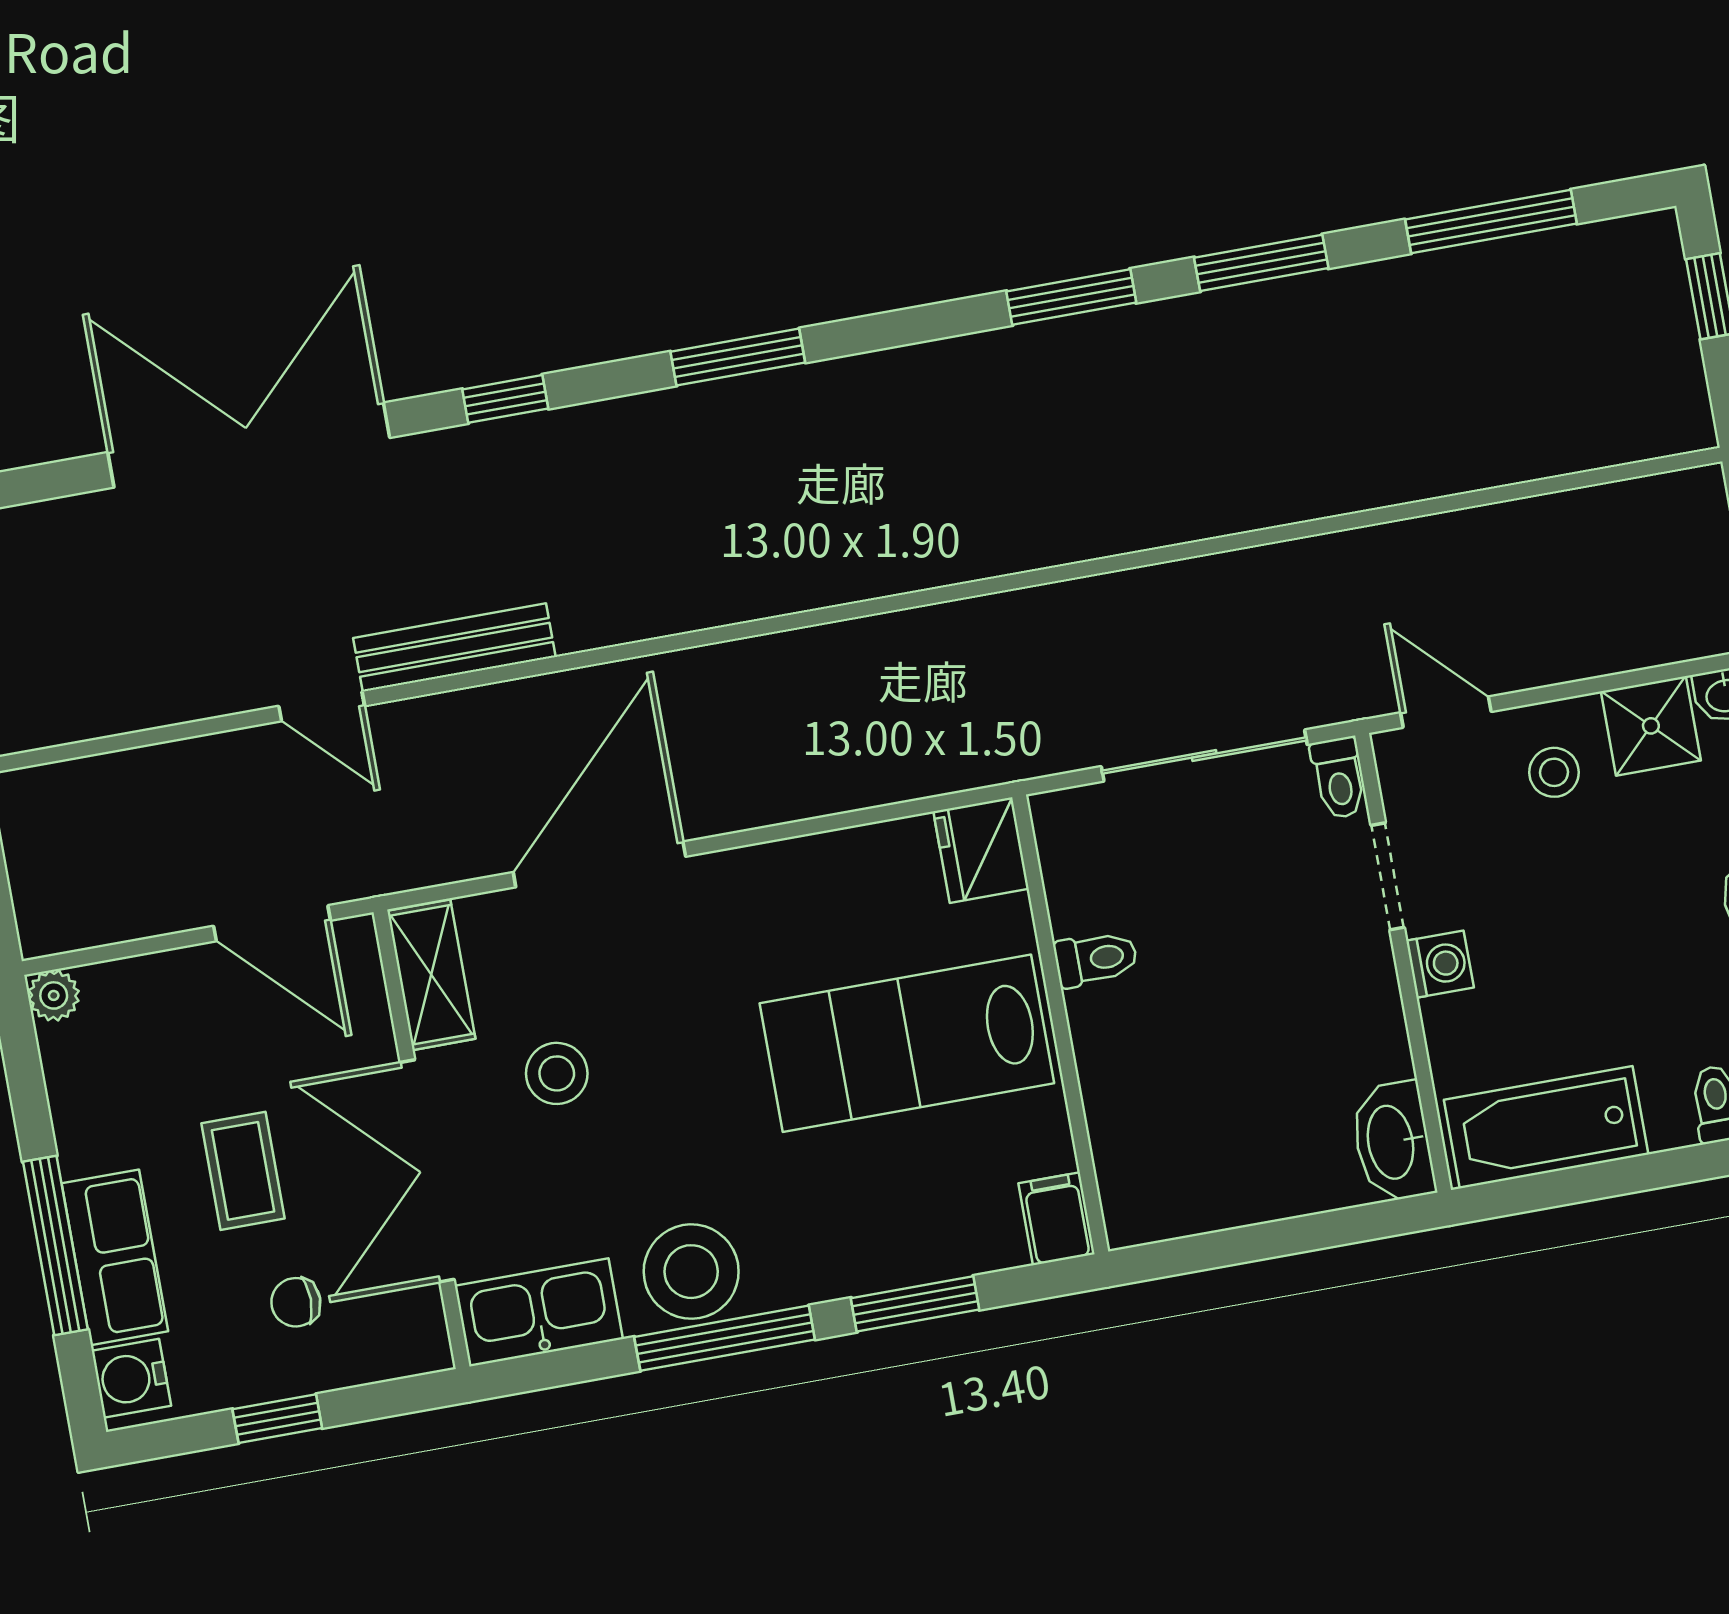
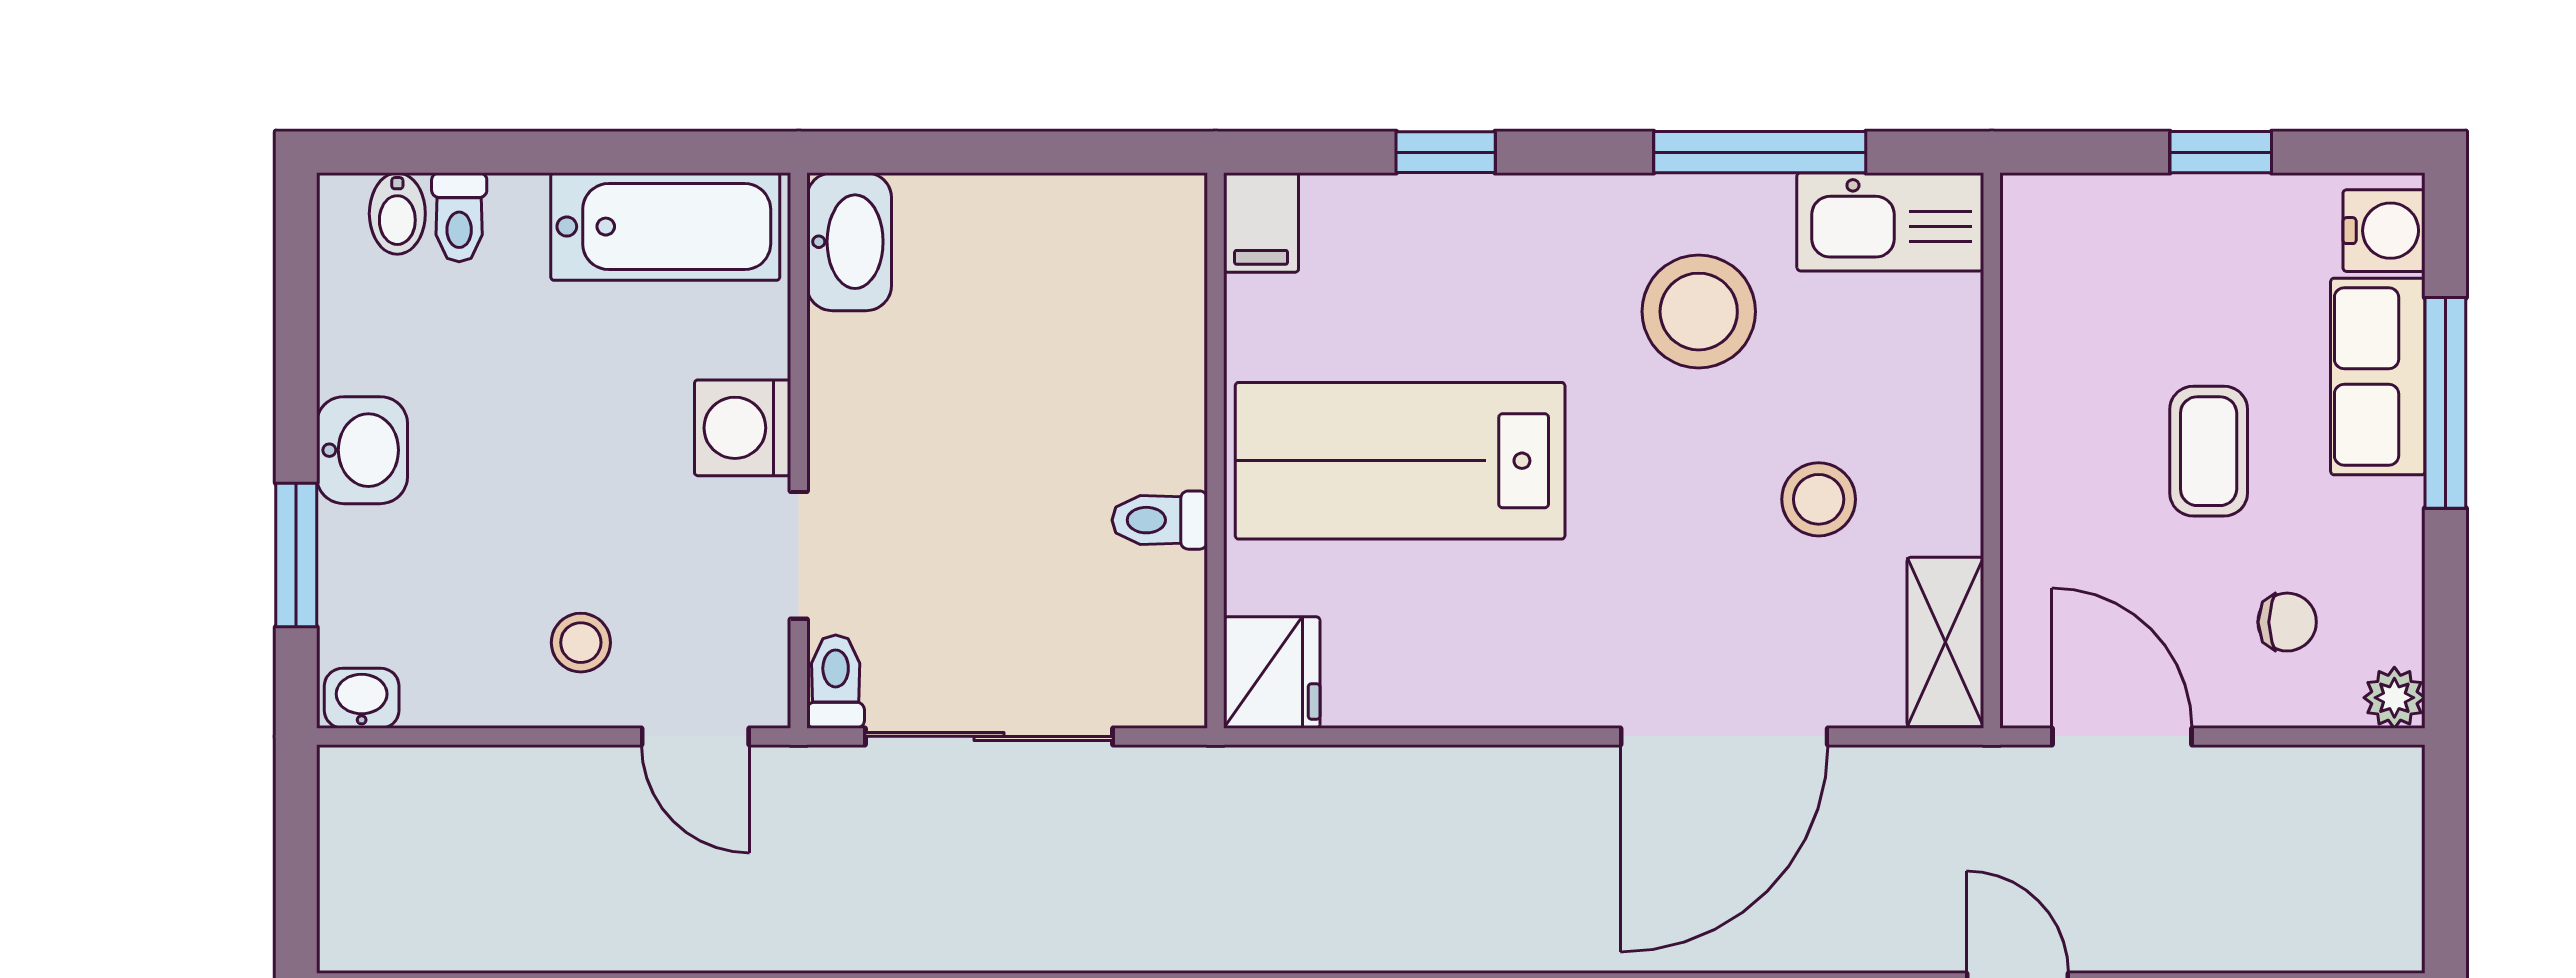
shower: (1651, 726) -> (457, 677), removed
washing machine: (1440, 964) -> (743, 428), width x1.38, depth x1.38
lab bench: (907, 1043) -> (1400, 461), turned 180
double door: (427, 1171) -> (1992, 412), removed
stool: (691, 1272) -> (1699, 312), moved
chair: (296, 1302) -> (2287, 622), moved
window: (915, 1304) -> (1446, 152), width x0.67
window: (725, 1338) -> (1760, 152), moved

